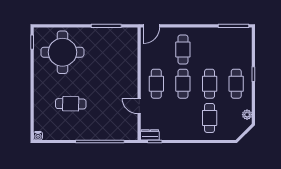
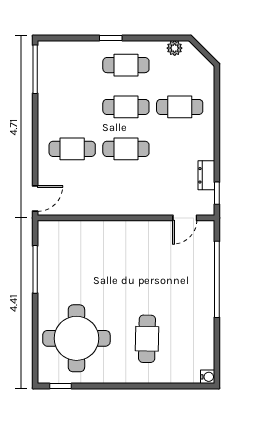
door: (151, 26) -> (35, 199), hinge flipped
cafe table: (156, 84) -> (126, 191), removed
cafe table: (71, 104) -> (147, 339), moved
door: (139, 106) -> (185, 218), moved
dresser: (150, 135) -> (206, 175), moved

